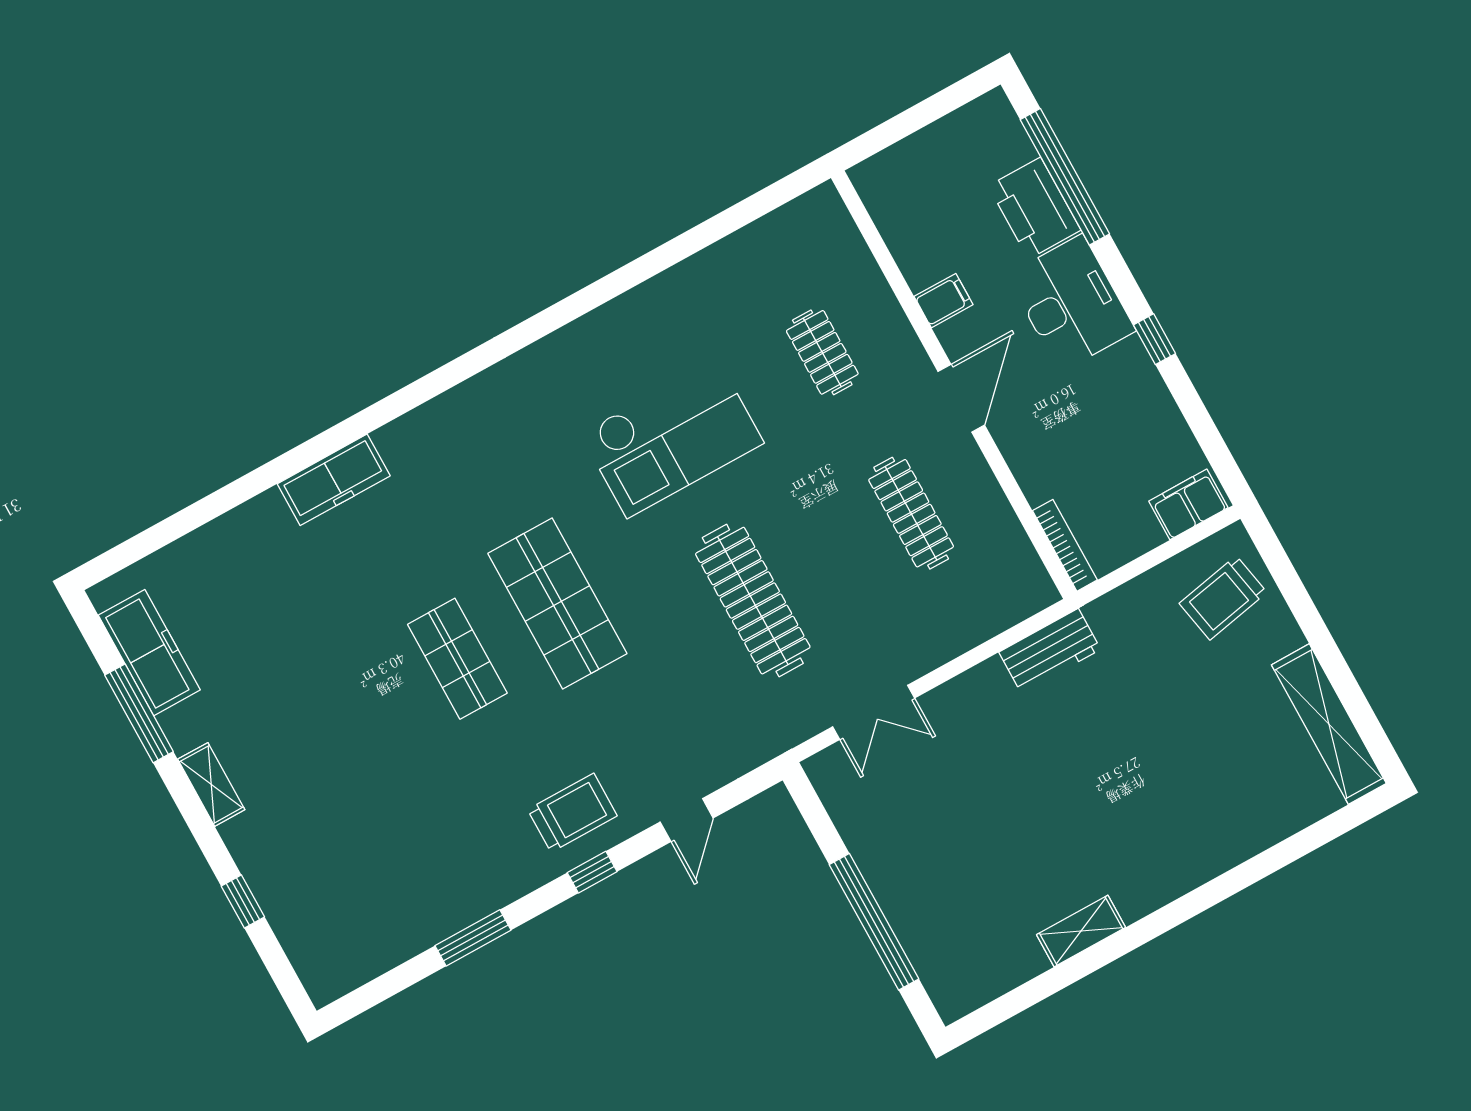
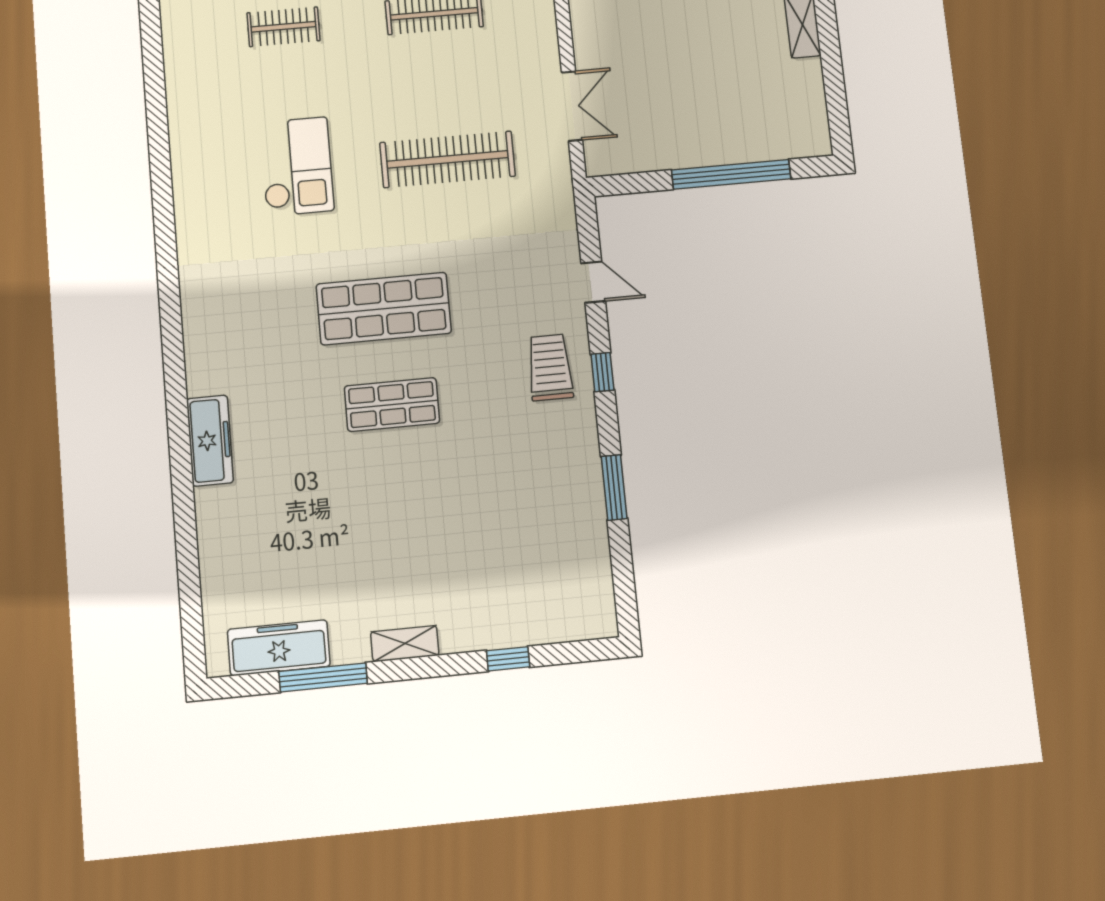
checkout: (672, 438) -> (297, 166), width x0.73, depth x0.83

